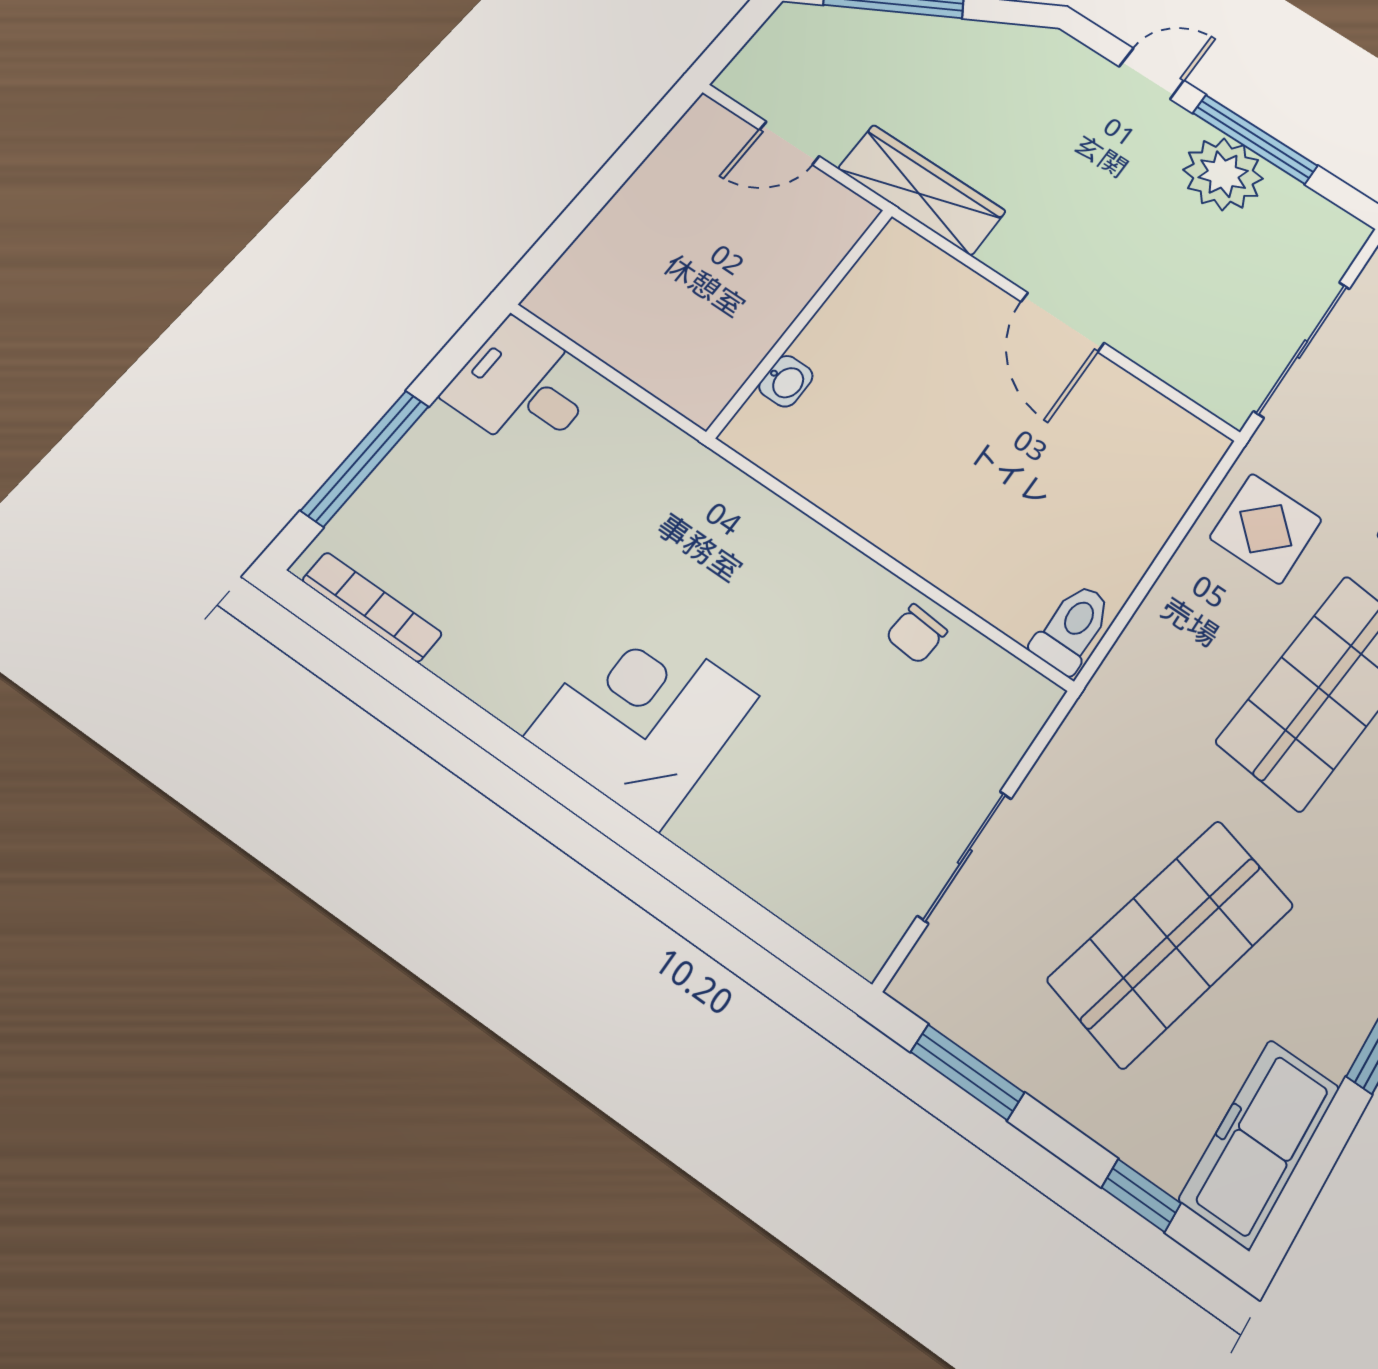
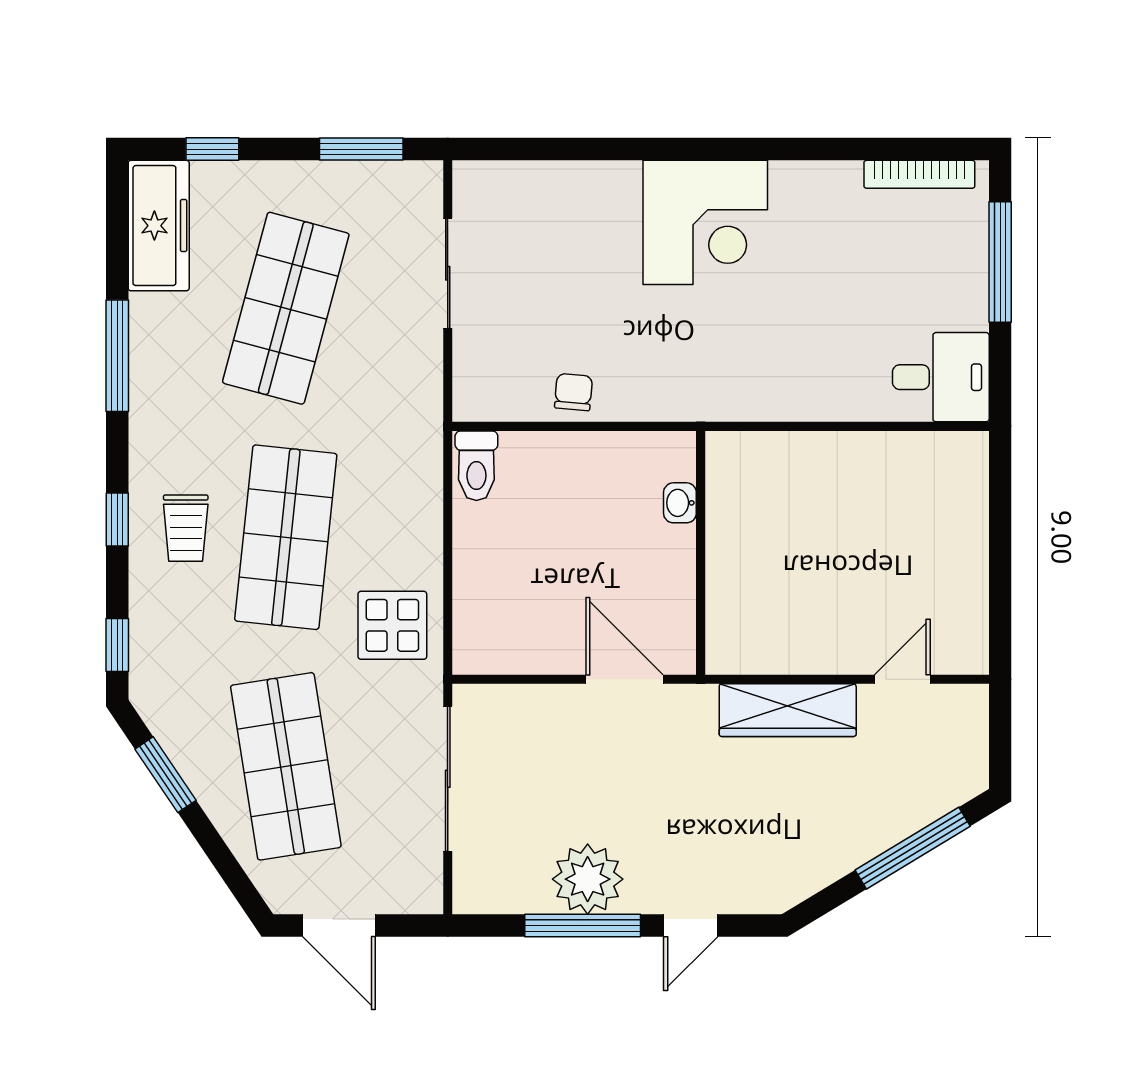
wall: (801, 321) -> (701, 553), moved
washbasin: (786, 381) -> (680, 503), moved

